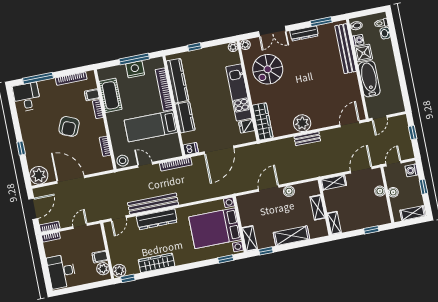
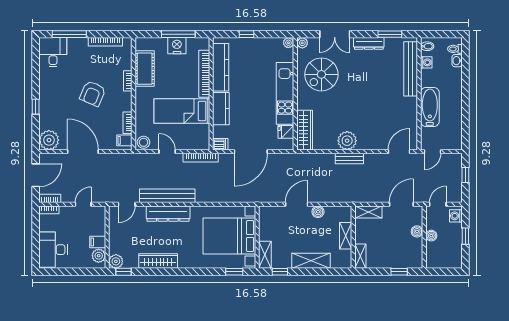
shower: (363, 53) -> (429, 78), removed
filing cabinet: (92, 95) -> (124, 140), moved
shelving: (413, 213) -> (448, 263), removed

